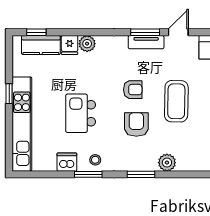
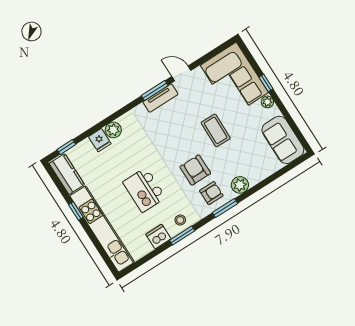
door: (178, 32) -> (181, 73), hinge flipped
kitchen counter: (41, 45) -> (67, 174), moved, turned -90
armchair: (133, 90) -> (211, 193), moved
coffee table: (176, 101) -> (216, 130), width x0.73, depth x0.76

